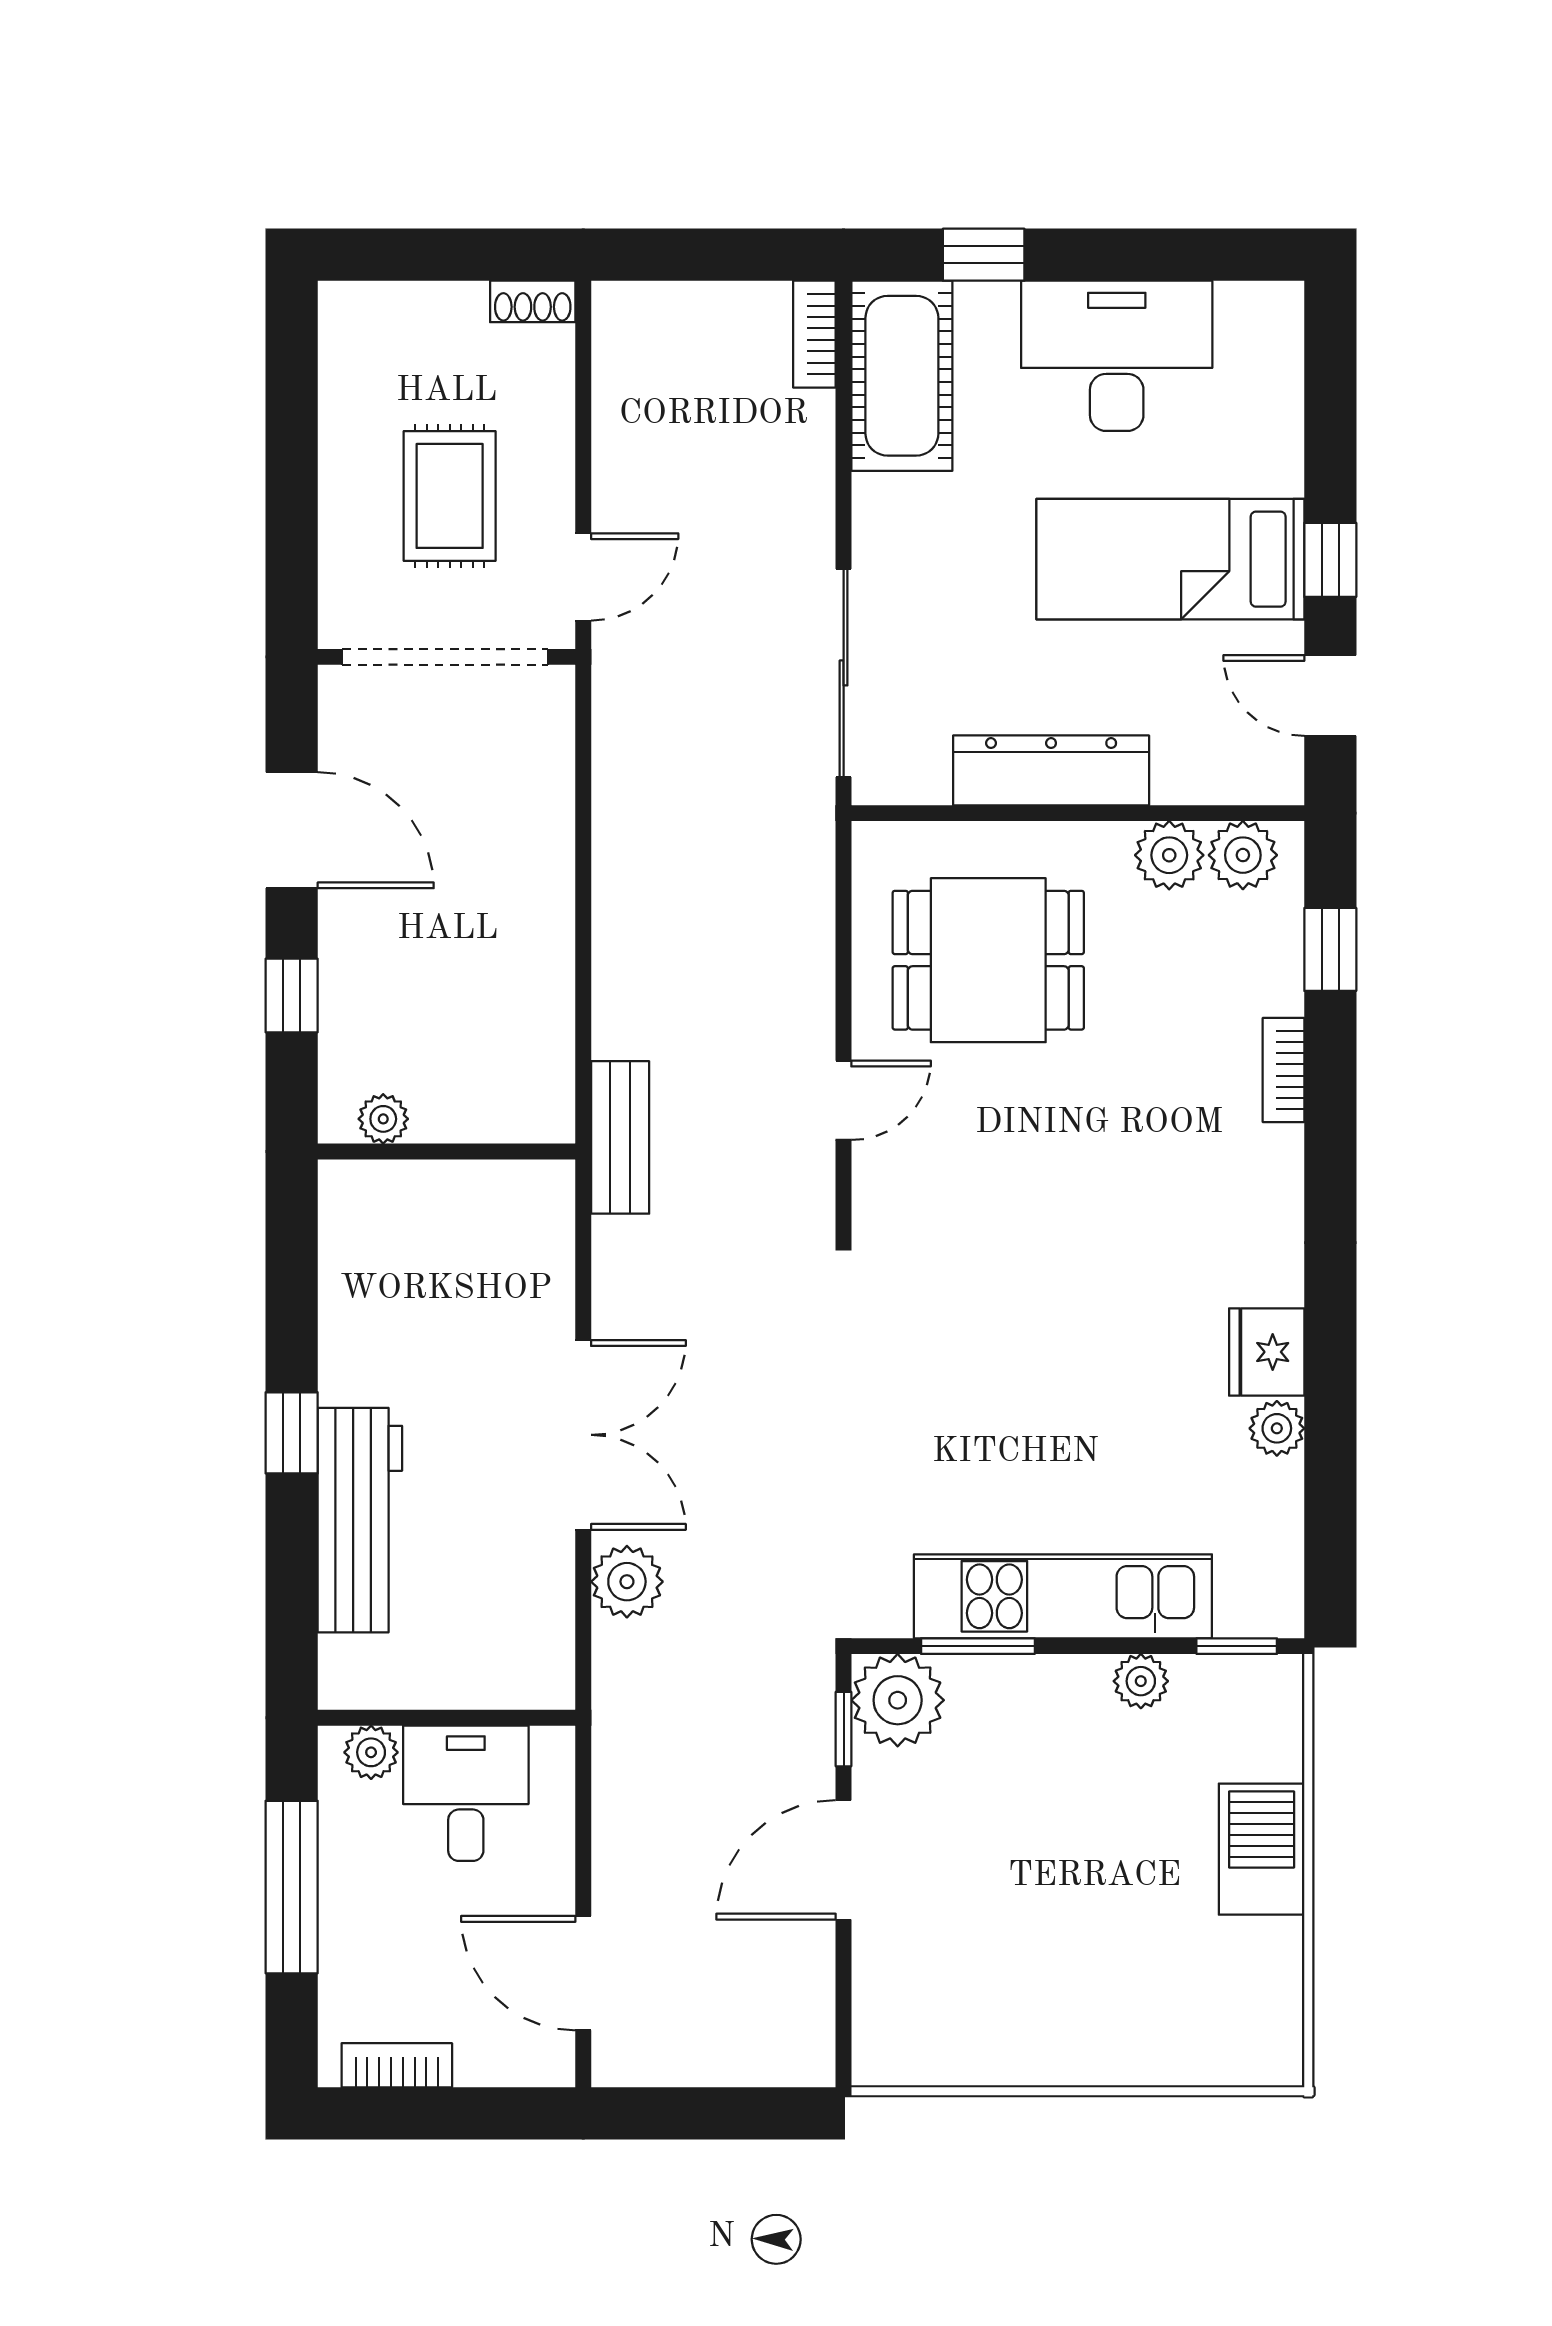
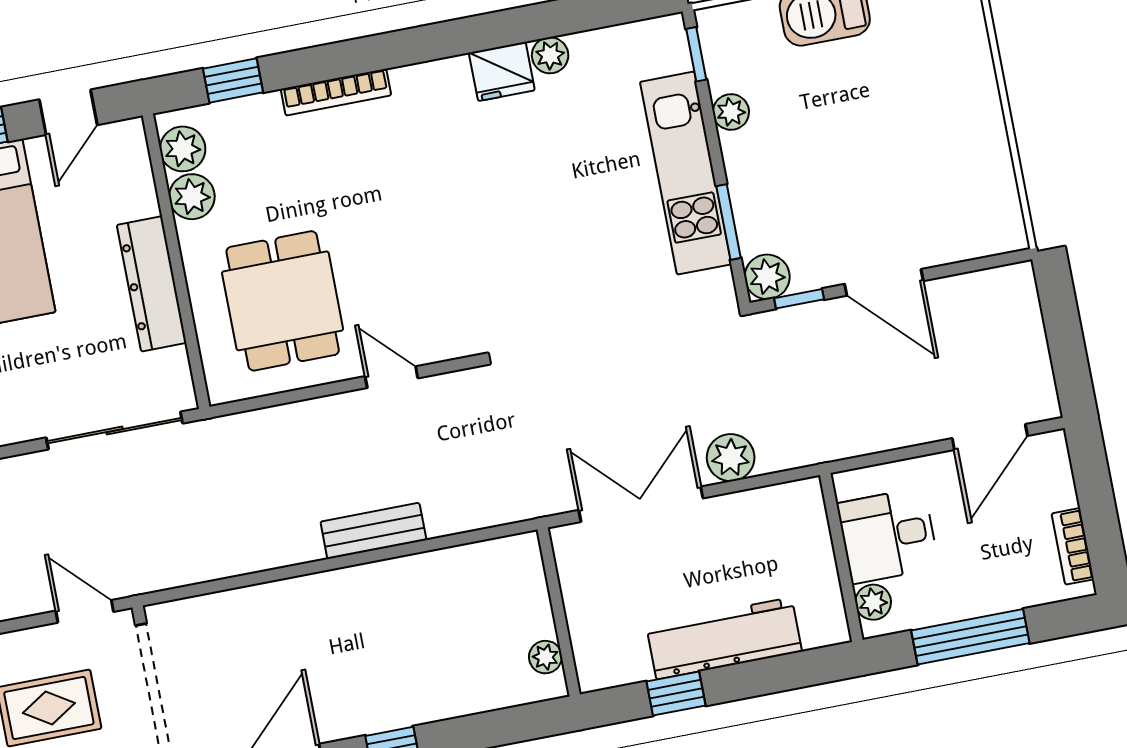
bookcase: (1283, 1070) -> (336, 92), width x1.56
plant: (383, 1119) -> (545, 657), moved
bench: (620, 1137) -> (373, 531), moved
wall: (447, 1152) -> (559, 612), moved
plant: (898, 1700) -> (767, 277), width x0.73, depth x0.73

